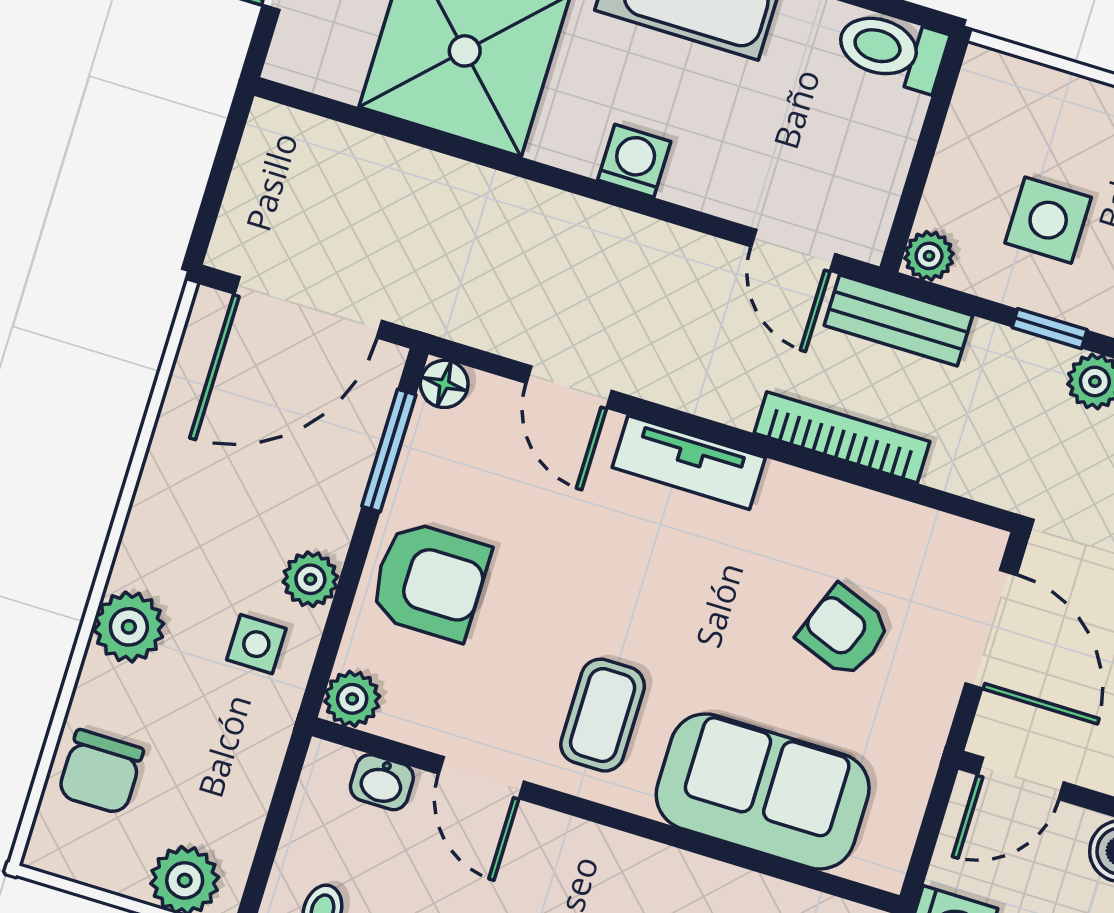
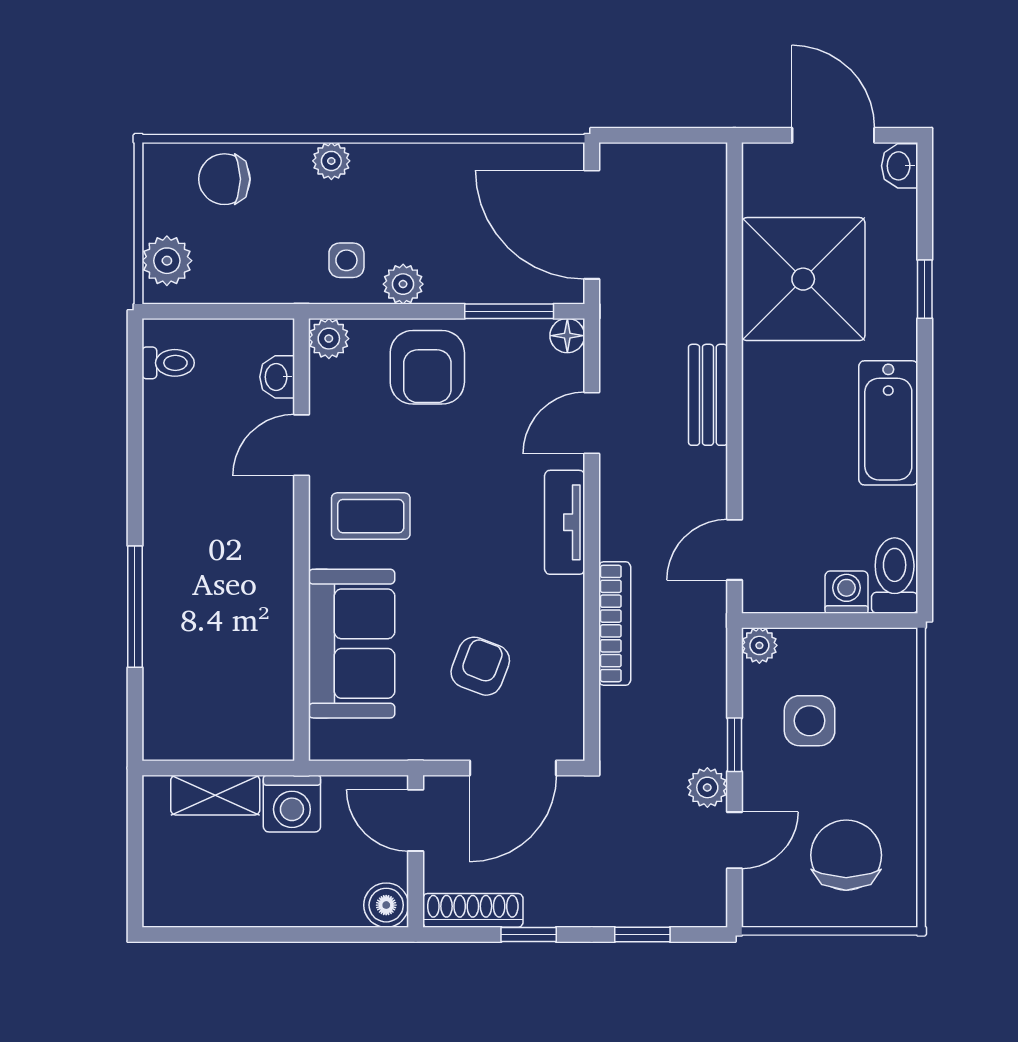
washing machine: (634, 161) -> (847, 592), moved, turned -90
bench: (898, 320) -> (708, 395), moved
plant: (129, 627) -> (331, 161), width x0.73, depth x0.73

